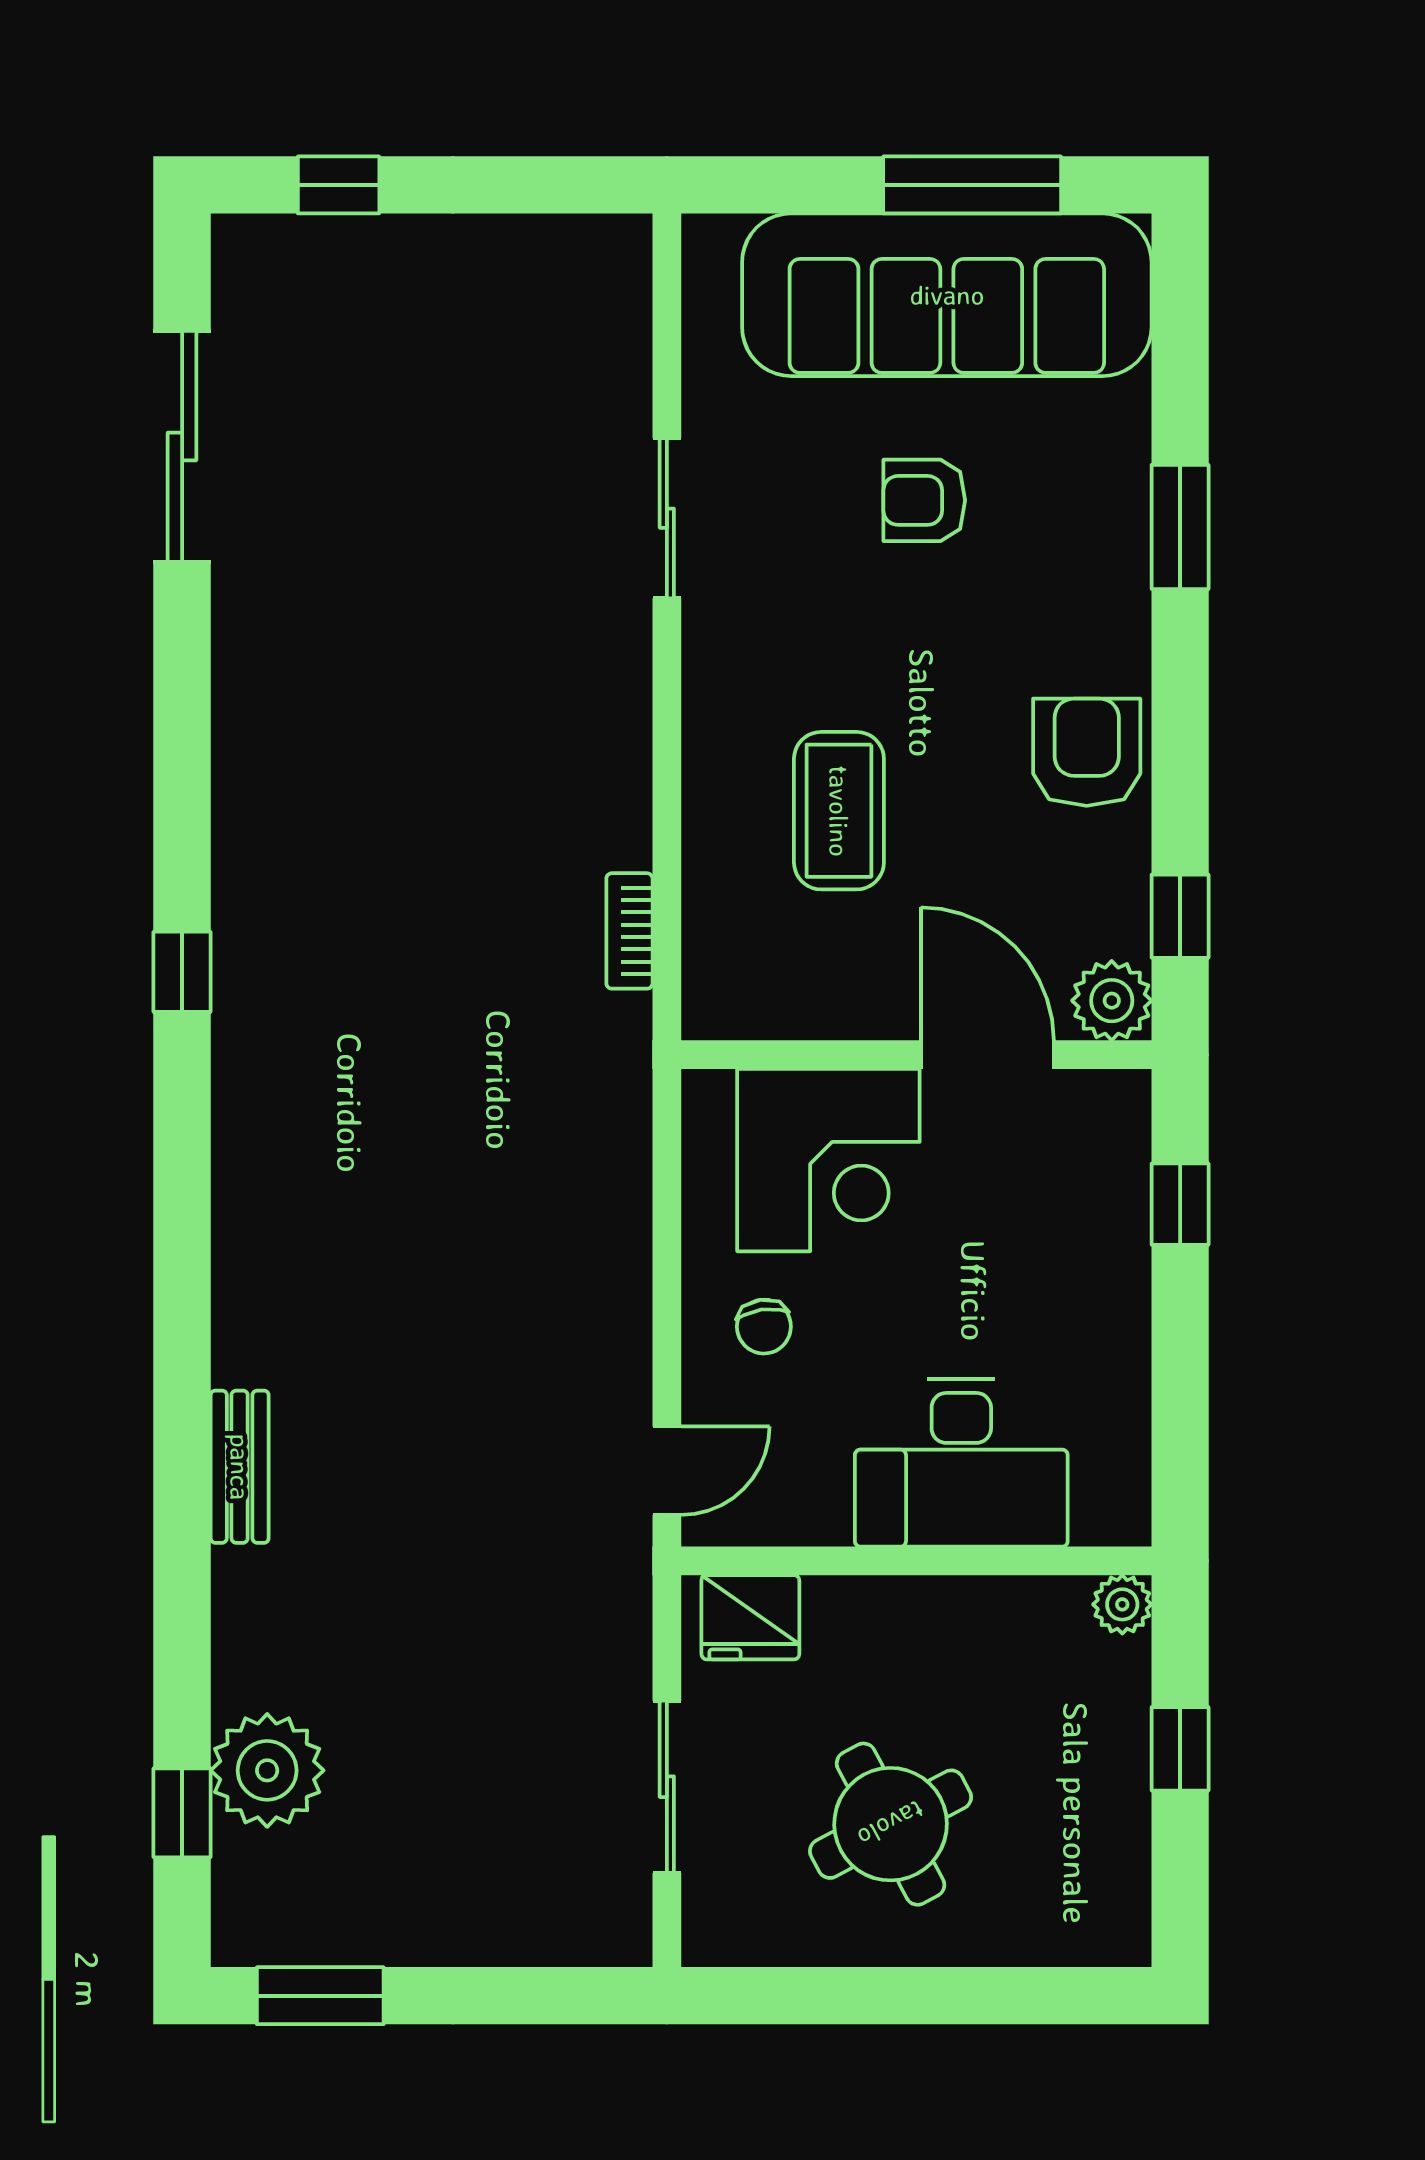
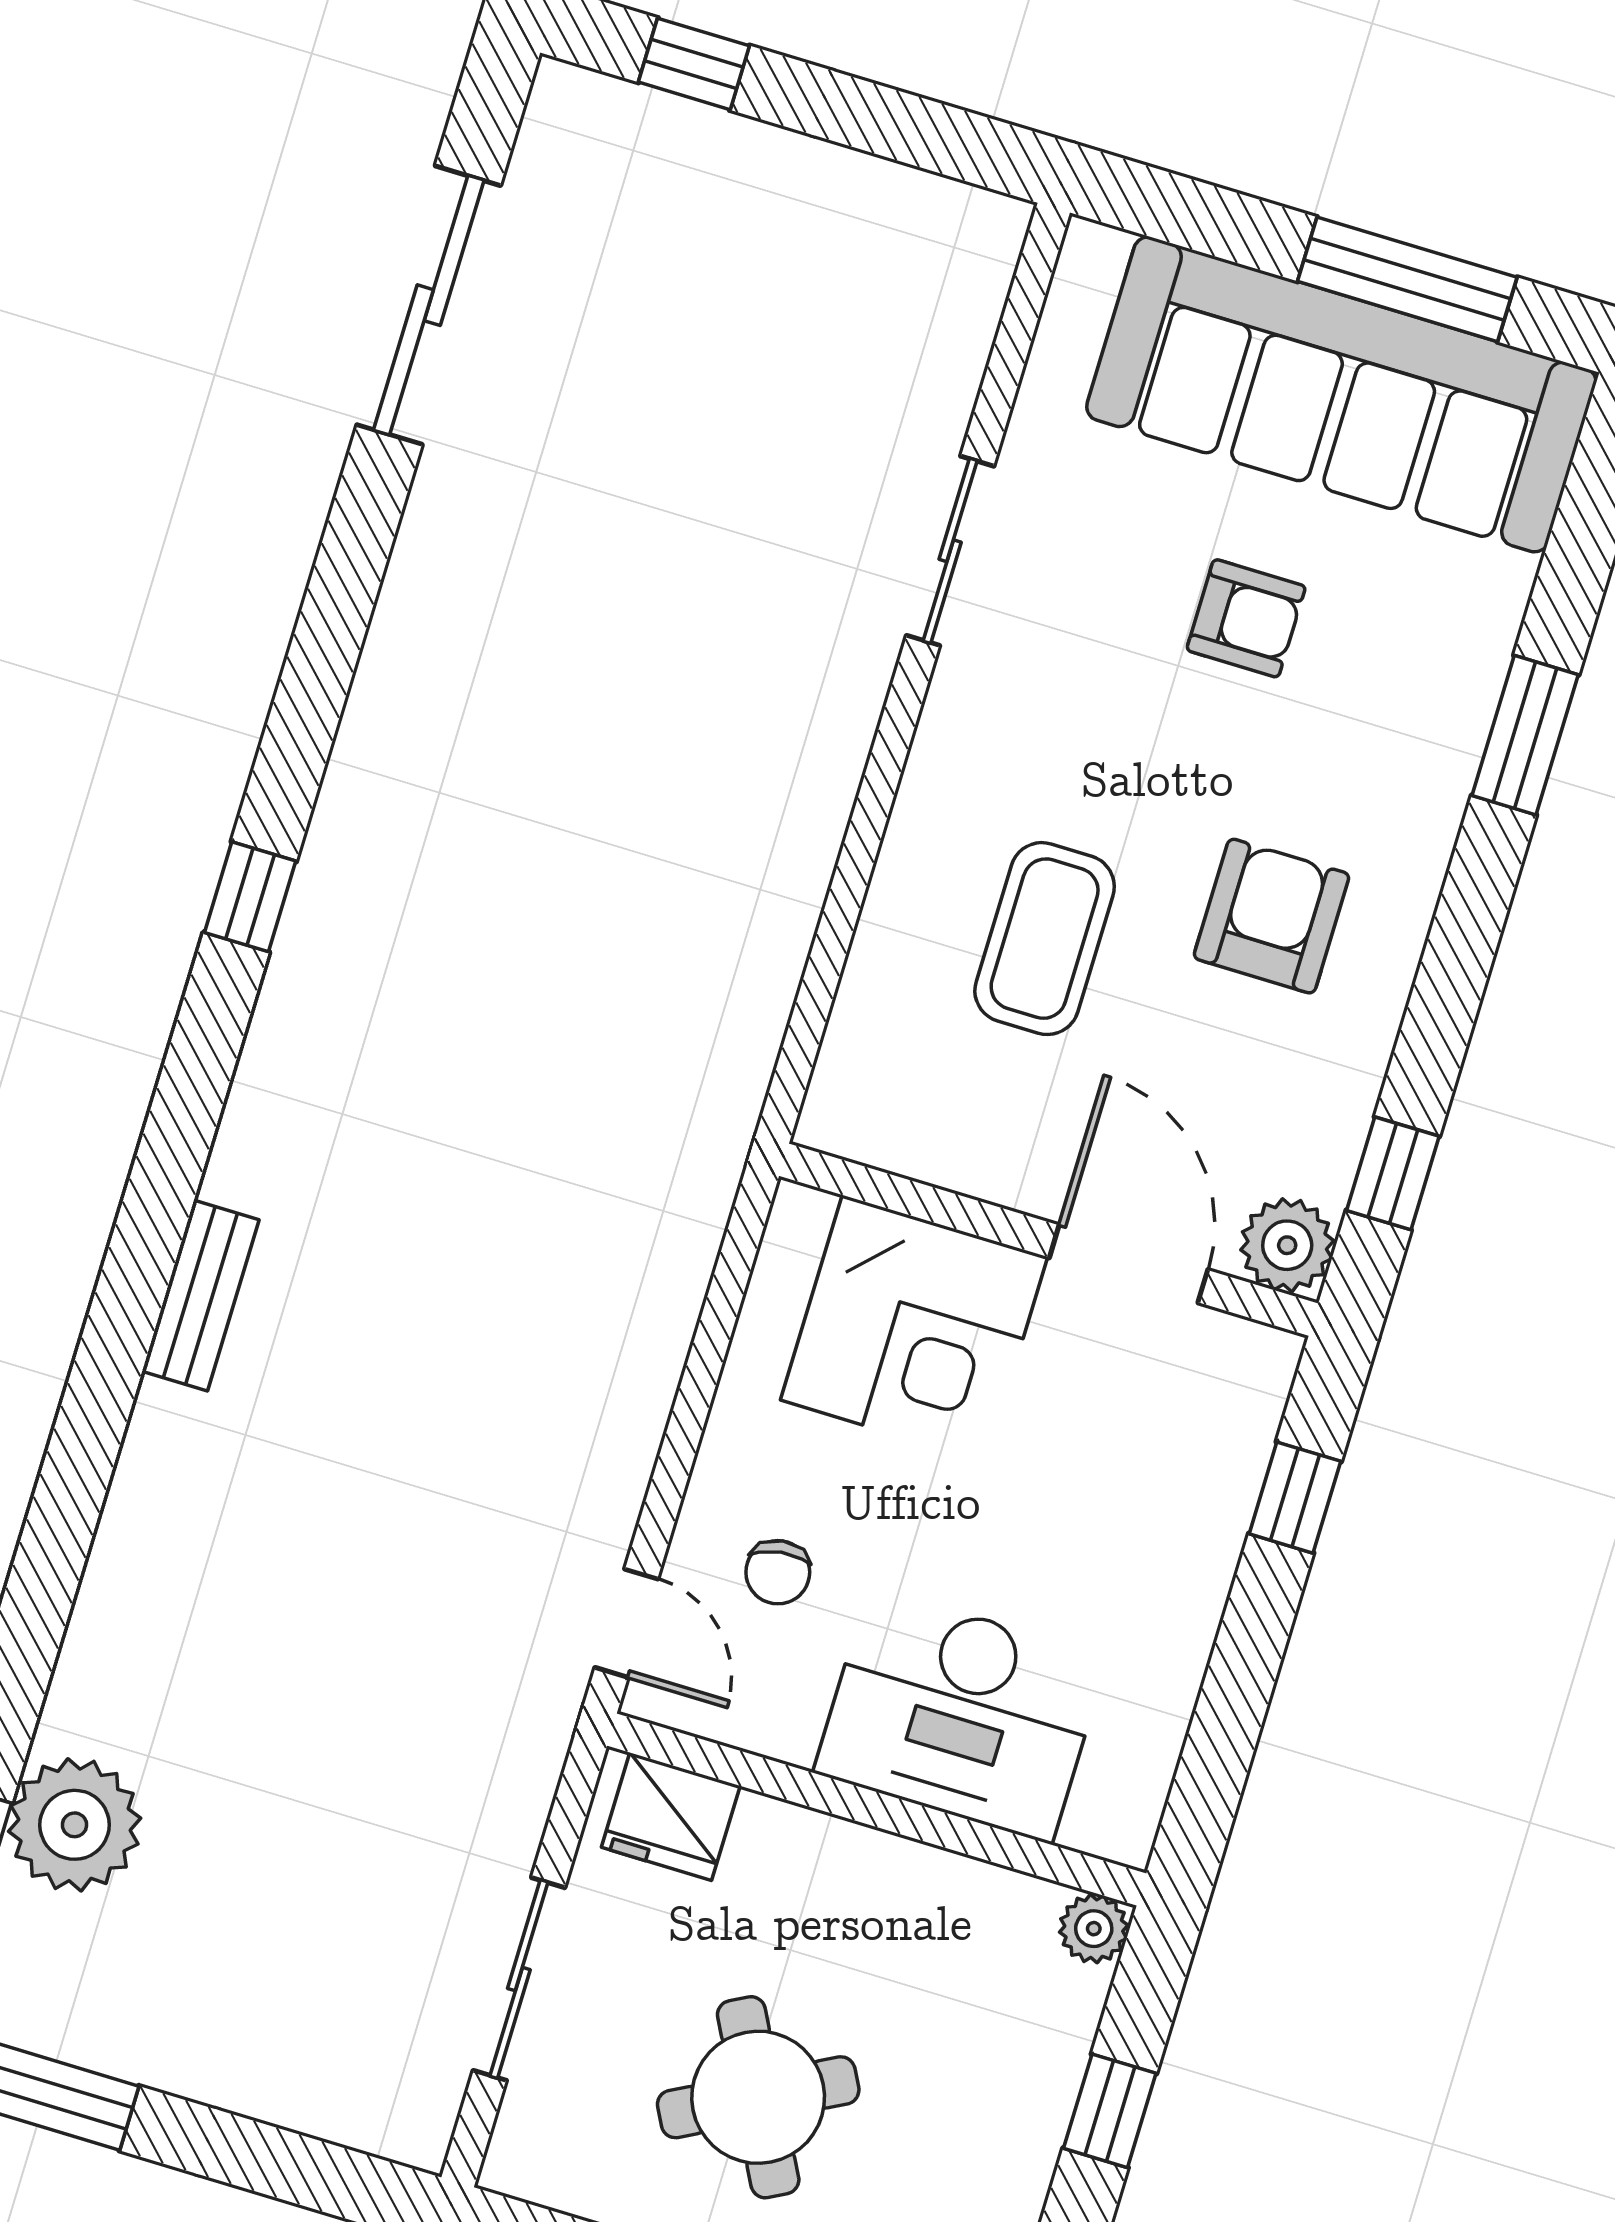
armchair: (924, 500) -> (1246, 618), turned 180
armchair: (1087, 752) -> (1271, 916), moved
bookcase: (629, 931) -> (768, 1003), removed
chair: (764, 1327) -> (778, 1572), moved
bench: (240, 1467) -> (200, 1296), moved
door: (667, 1471) -> (626, 1623), hinge flipped

